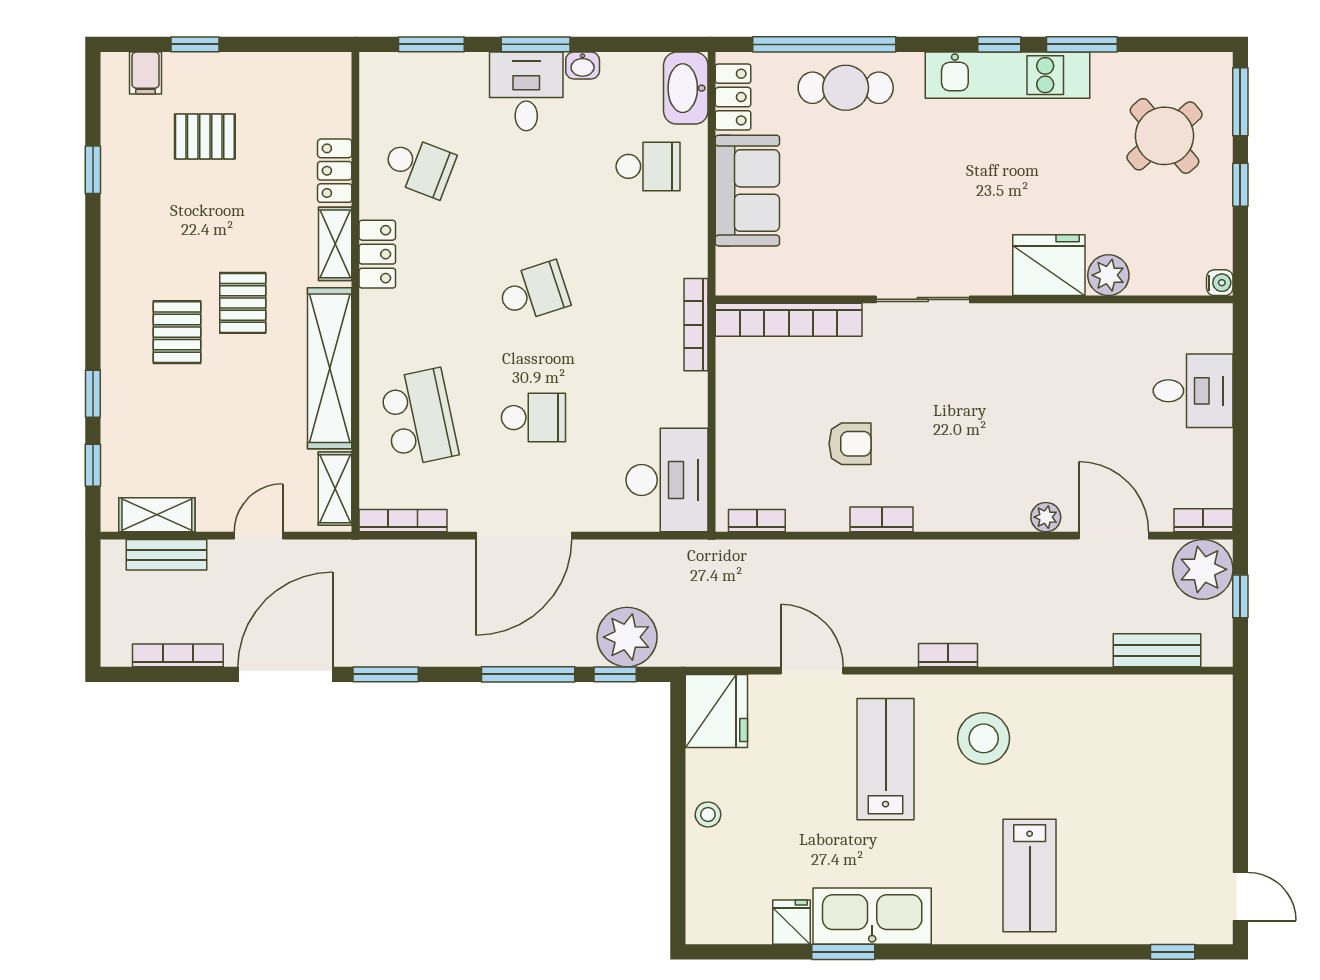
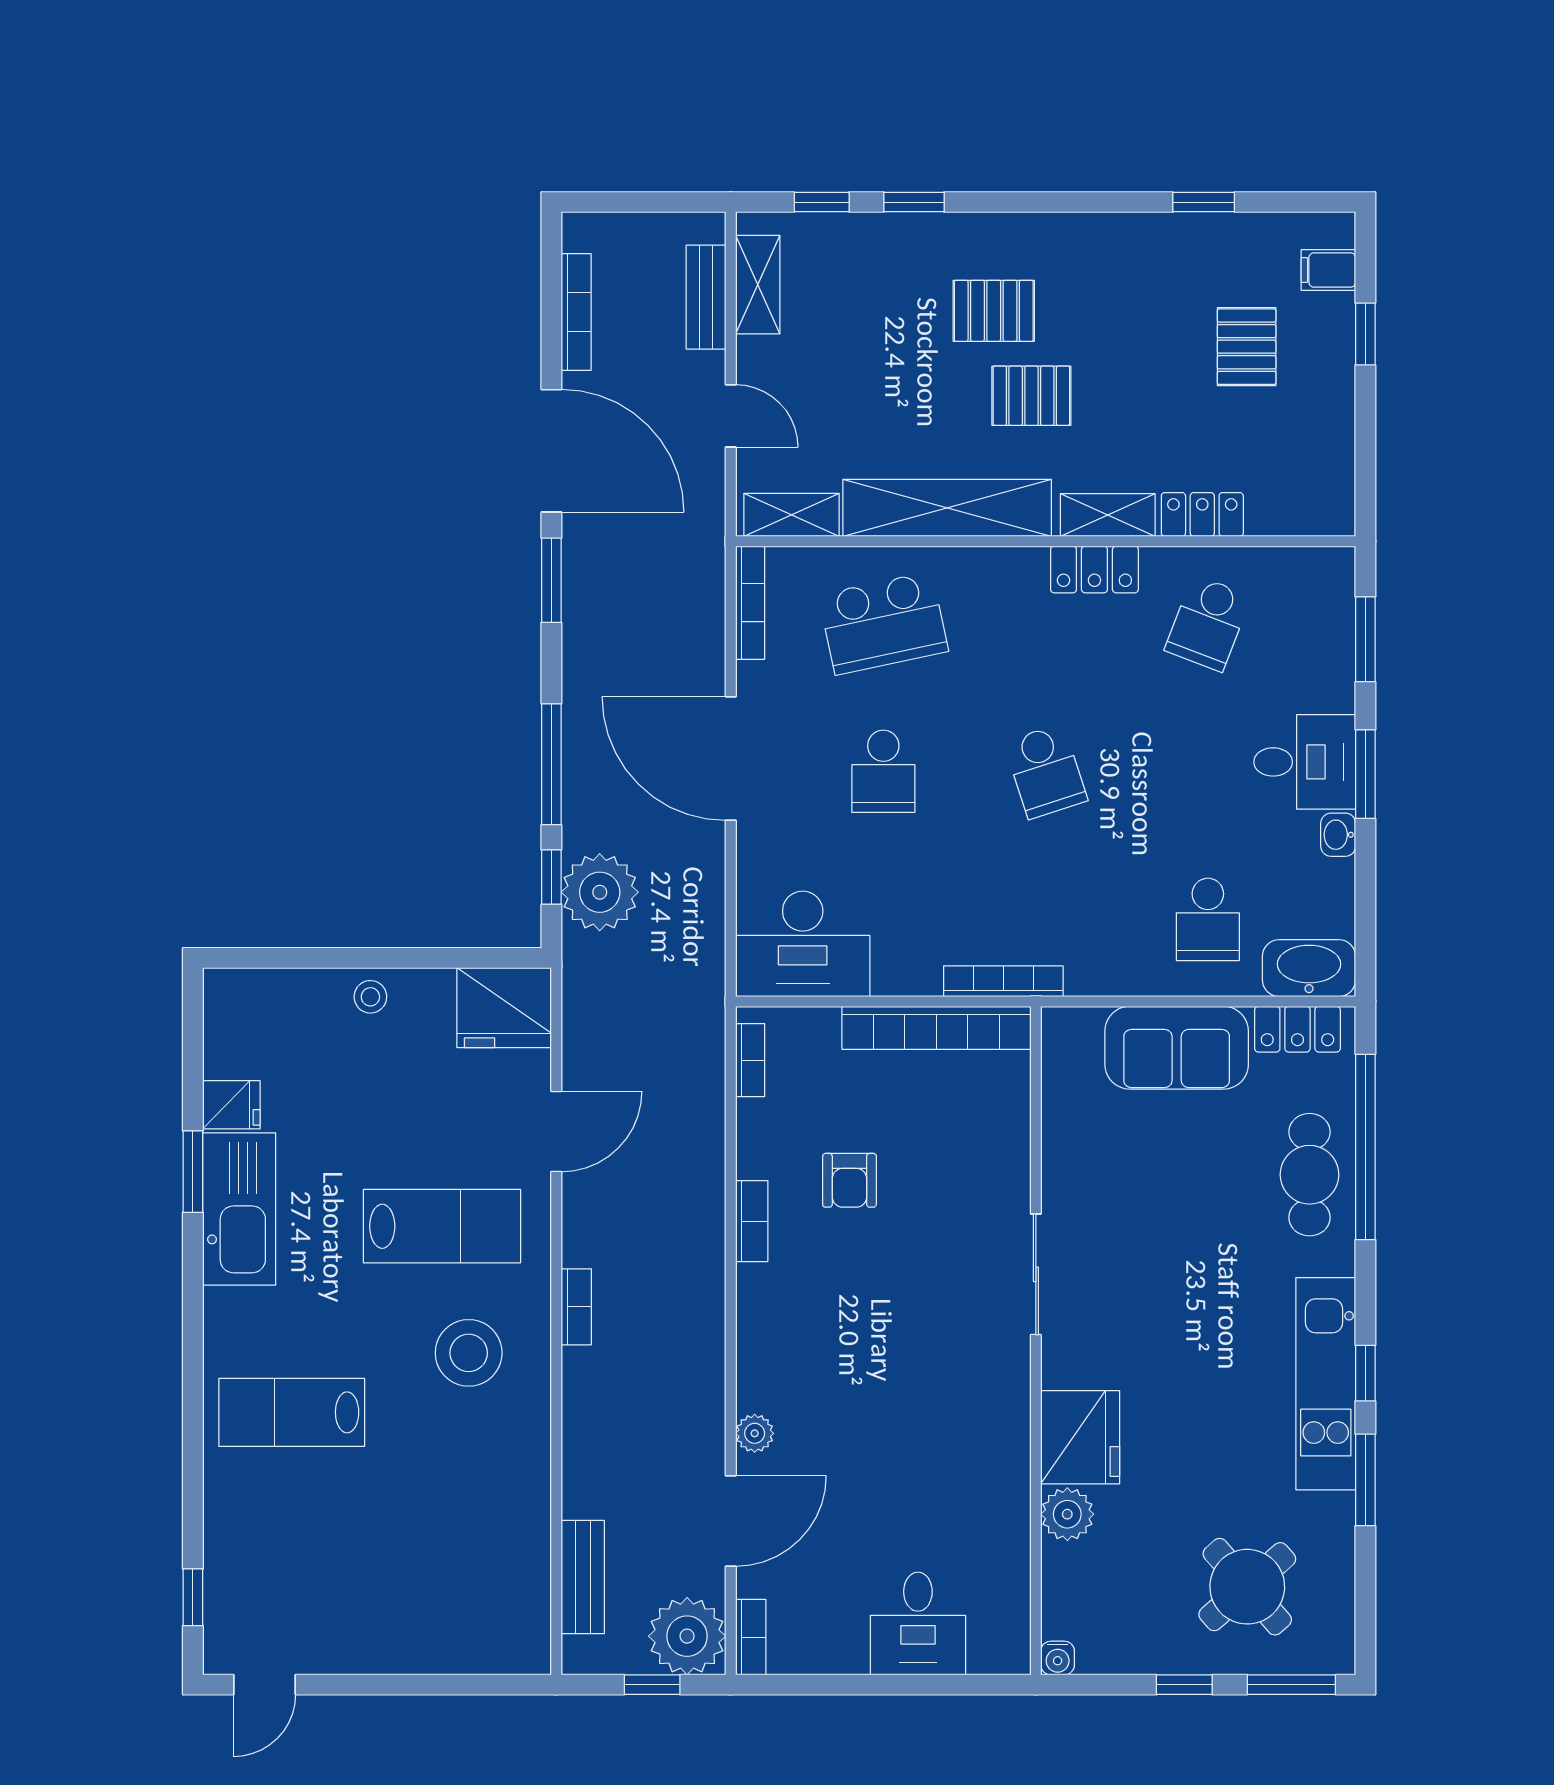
bookcase: (789, 320) -> (936, 1028), moved, turned -90

